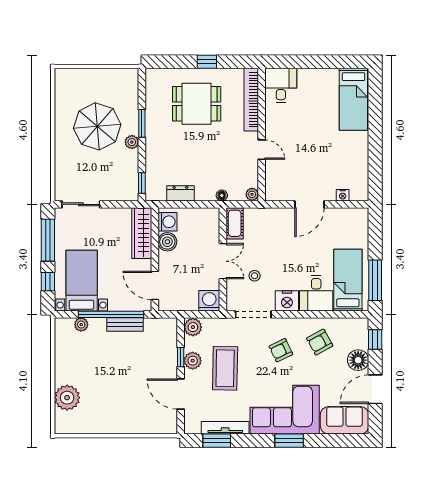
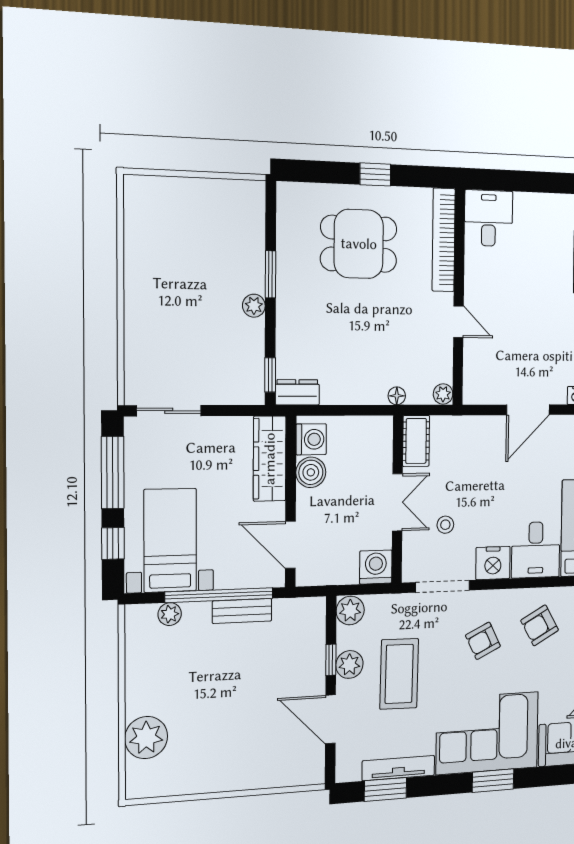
parasol: (97, 126) -> (196, 278), removed
dresser: (180, 193) -> (297, 392), moved

